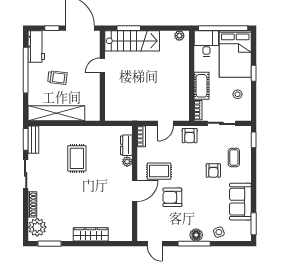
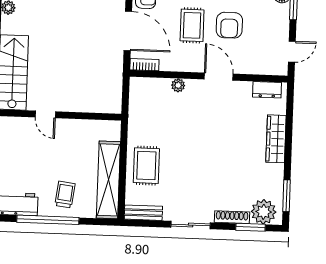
trolley: (57, 78) -> (65, 195), moved
door: (166, 123) -> (128, 31), width x1.88
window: (26, 139) -> (251, 227), moved
dresser: (126, 145) -> (267, 90), moved
rug: (77, 158) -> (146, 166), moved, turned 90
rug: (159, 171) -> (192, 25), moved

